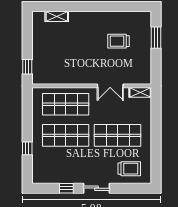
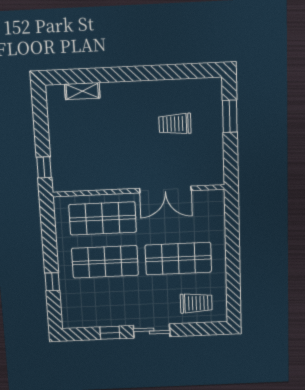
double door: (110, 86) -> (165, 190), width x1.37
shelving: (140, 92) -> (209, 197), removed

